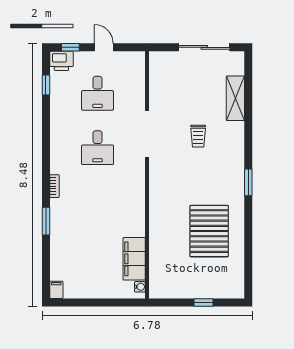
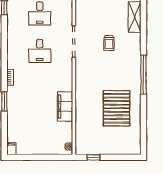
window: (248, 182) -> (143, 75), width x2.11
filing cabinet: (134, 259) -> (65, 106), moved
window: (203, 302) -> (93, 157), moved

